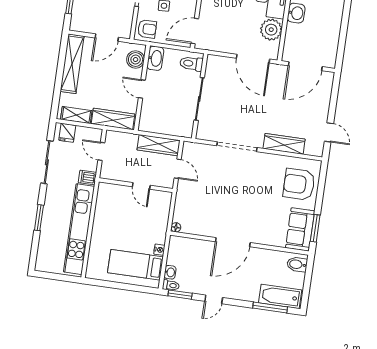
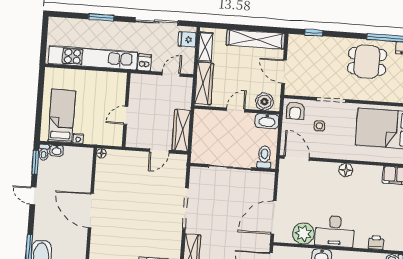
wall: (136, 185) -> (126, 110), moved
door: (141, 186) -> (126, 115), moved

